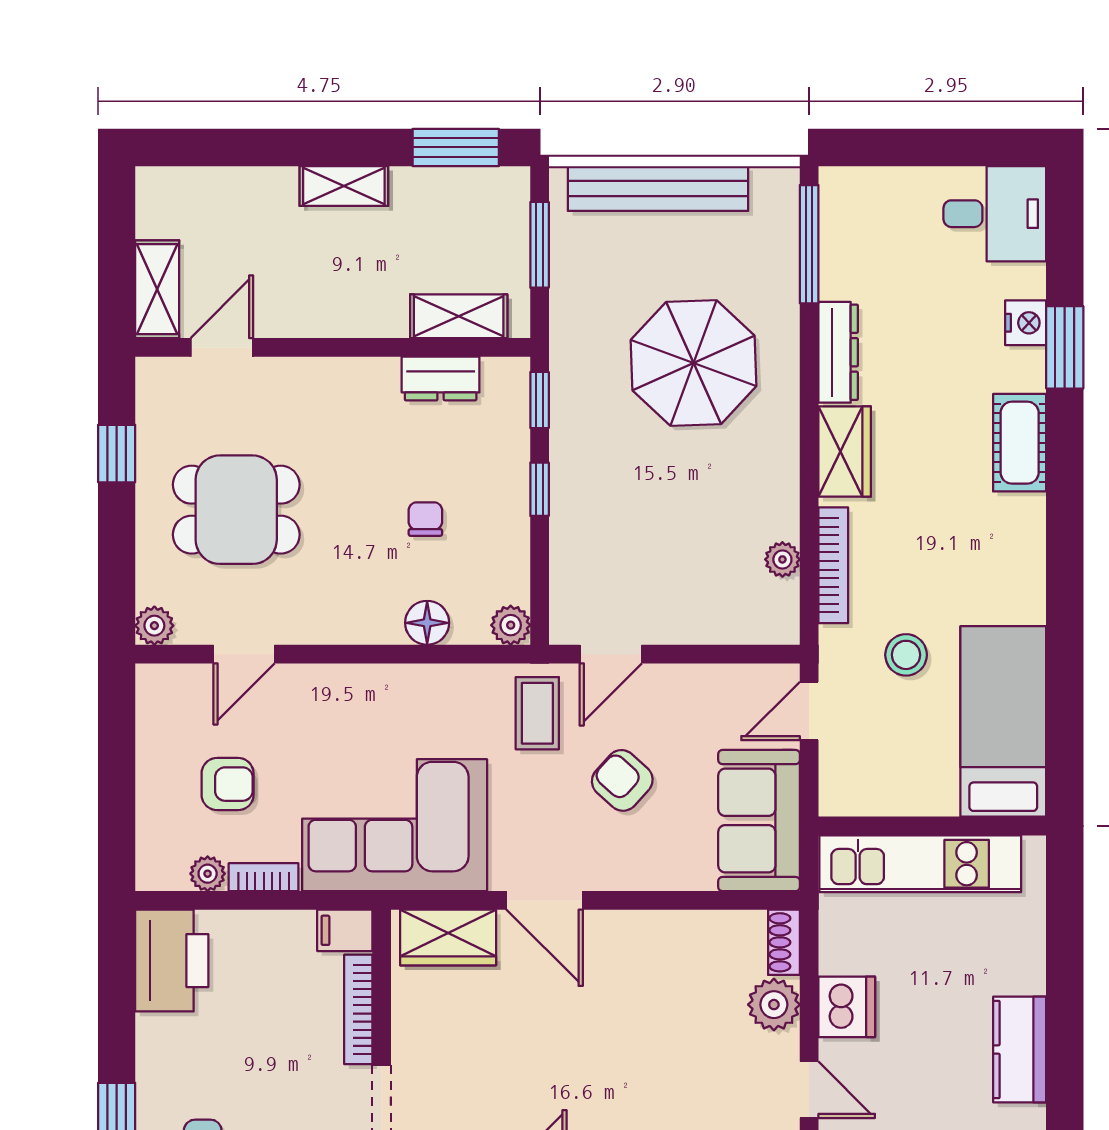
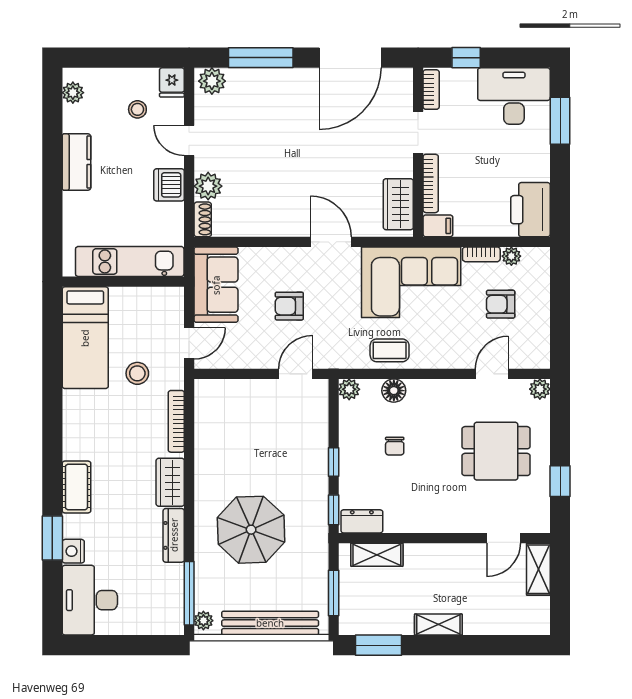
desk: (995, 214) -> (90, 600), width x1.37
dresser: (441, 378) -> (362, 521), moved
plant: (782, 559) -> (203, 621), moved
coffee table: (537, 713) -> (390, 350), moved, turned 90
armchair: (622, 780) -> (289, 306), turned 138
wardrobe: (448, 937) -> (398, 204), moved, turned -90

